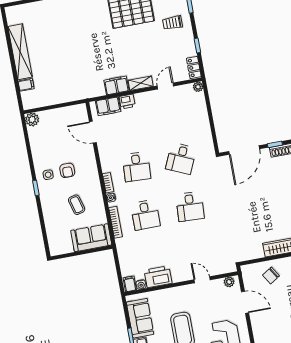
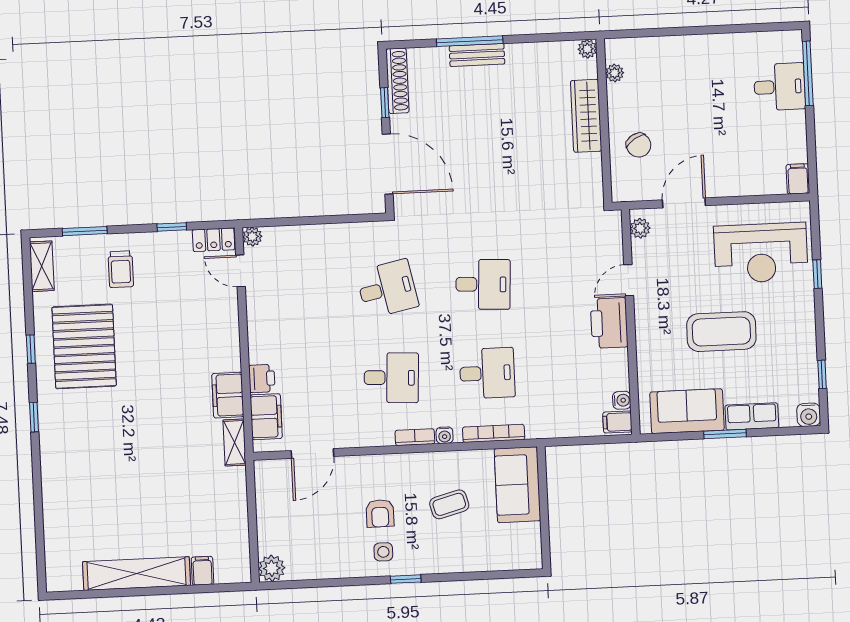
shelving: (141, 83) -> (235, 442), moved
door: (165, 86) -> (241, 271), moved
desk: (181, 159) -> (387, 289), turned -36
armchair: (67, 170) -> (380, 513), turned 90
printer: (158, 277) -> (609, 323), moved

